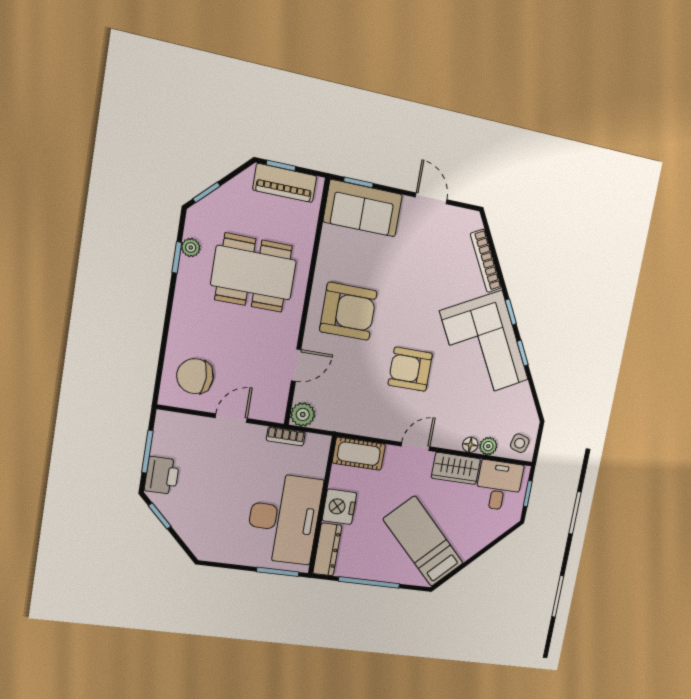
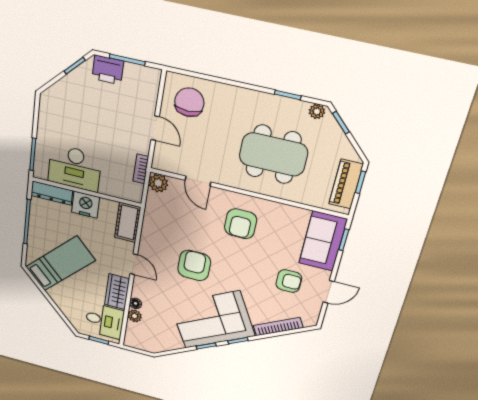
plant: (191, 248) -> (317, 111), moved
armchair: (421, 249) -> (289, 281), added
dining table: (254, 273) -> (273, 154), turned 90
armchair: (348, 311) -> (241, 224), width x0.73, depth x0.73
side table: (520, 443) -> (137, 338), removed
desk: (284, 518) -> (75, 168), width x0.73, depth x0.77

